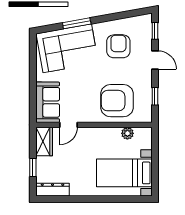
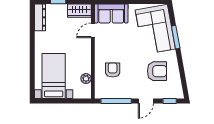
window: (155, 96) -> (116, 101), width x2.17
armchair: (117, 101) -> (113, 70), width x0.53, depth x0.53
door: (68, 125) -> (93, 30), hinge flipped

